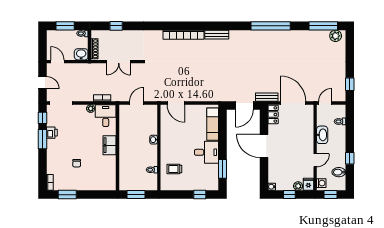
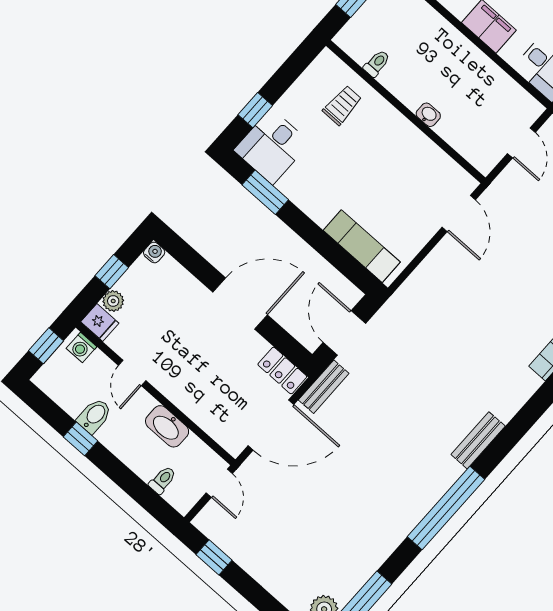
bench: (217, 35) -> (478, 440), moved
door: (176, 103) -> (459, 214), swing flipped
desk: (206, 152) -> (272, 146), moved
bidet: (339, 172) -> (94, 416), moved

